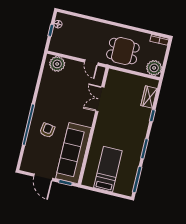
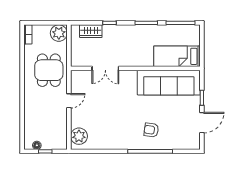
double door: (100, 99) -> (105, 68), moved
wall: (93, 126) -> (135, 68), moved
sofa: (73, 153) -> (169, 83), moved

